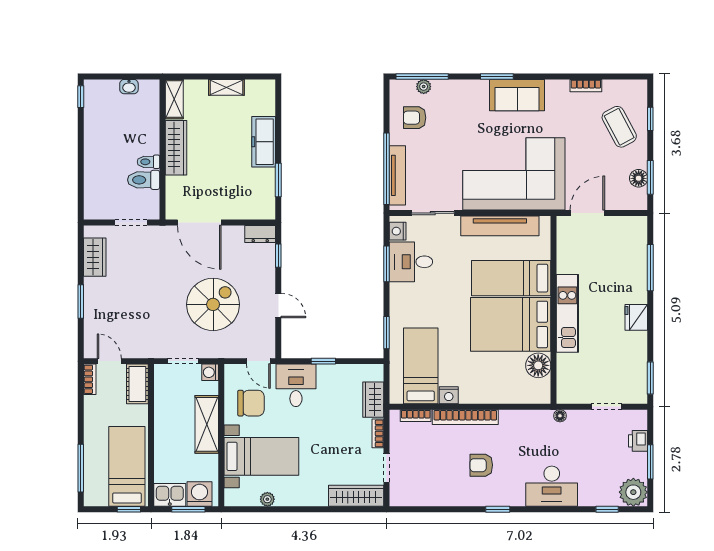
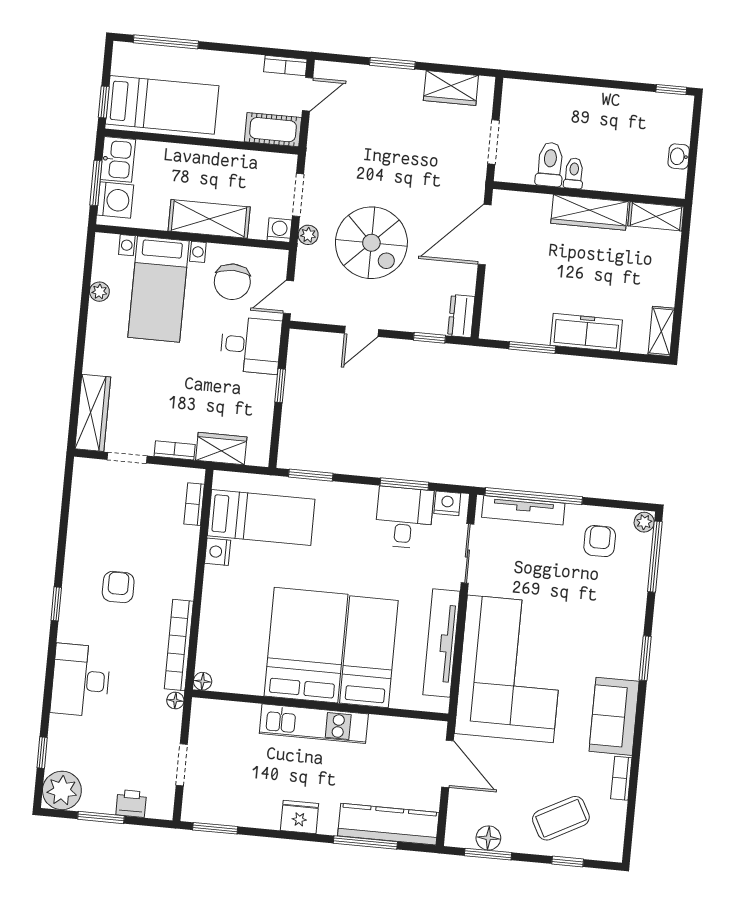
shelving: (226, 87) -> (661, 331), moved
plant: (424, 87) -> (644, 522), moved
sofa: (517, 95) -> (614, 716), moved
kitchen counter: (635, 252) -> (388, 824), added
plant: (212, 351) -> (308, 235), added
floor lamp: (538, 365) -> (203, 681), moved, width x0.53, depth x0.53
bookcase: (465, 417) -> (179, 645), moved

